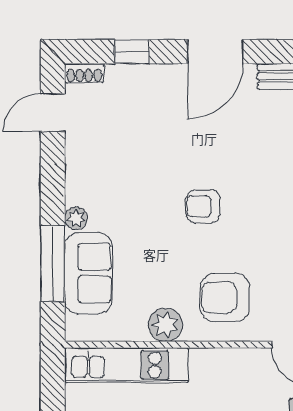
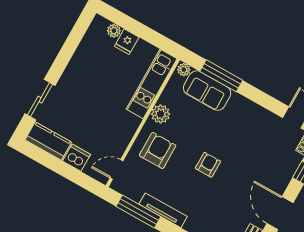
plant: (76, 218) -> (184, 70), moved

